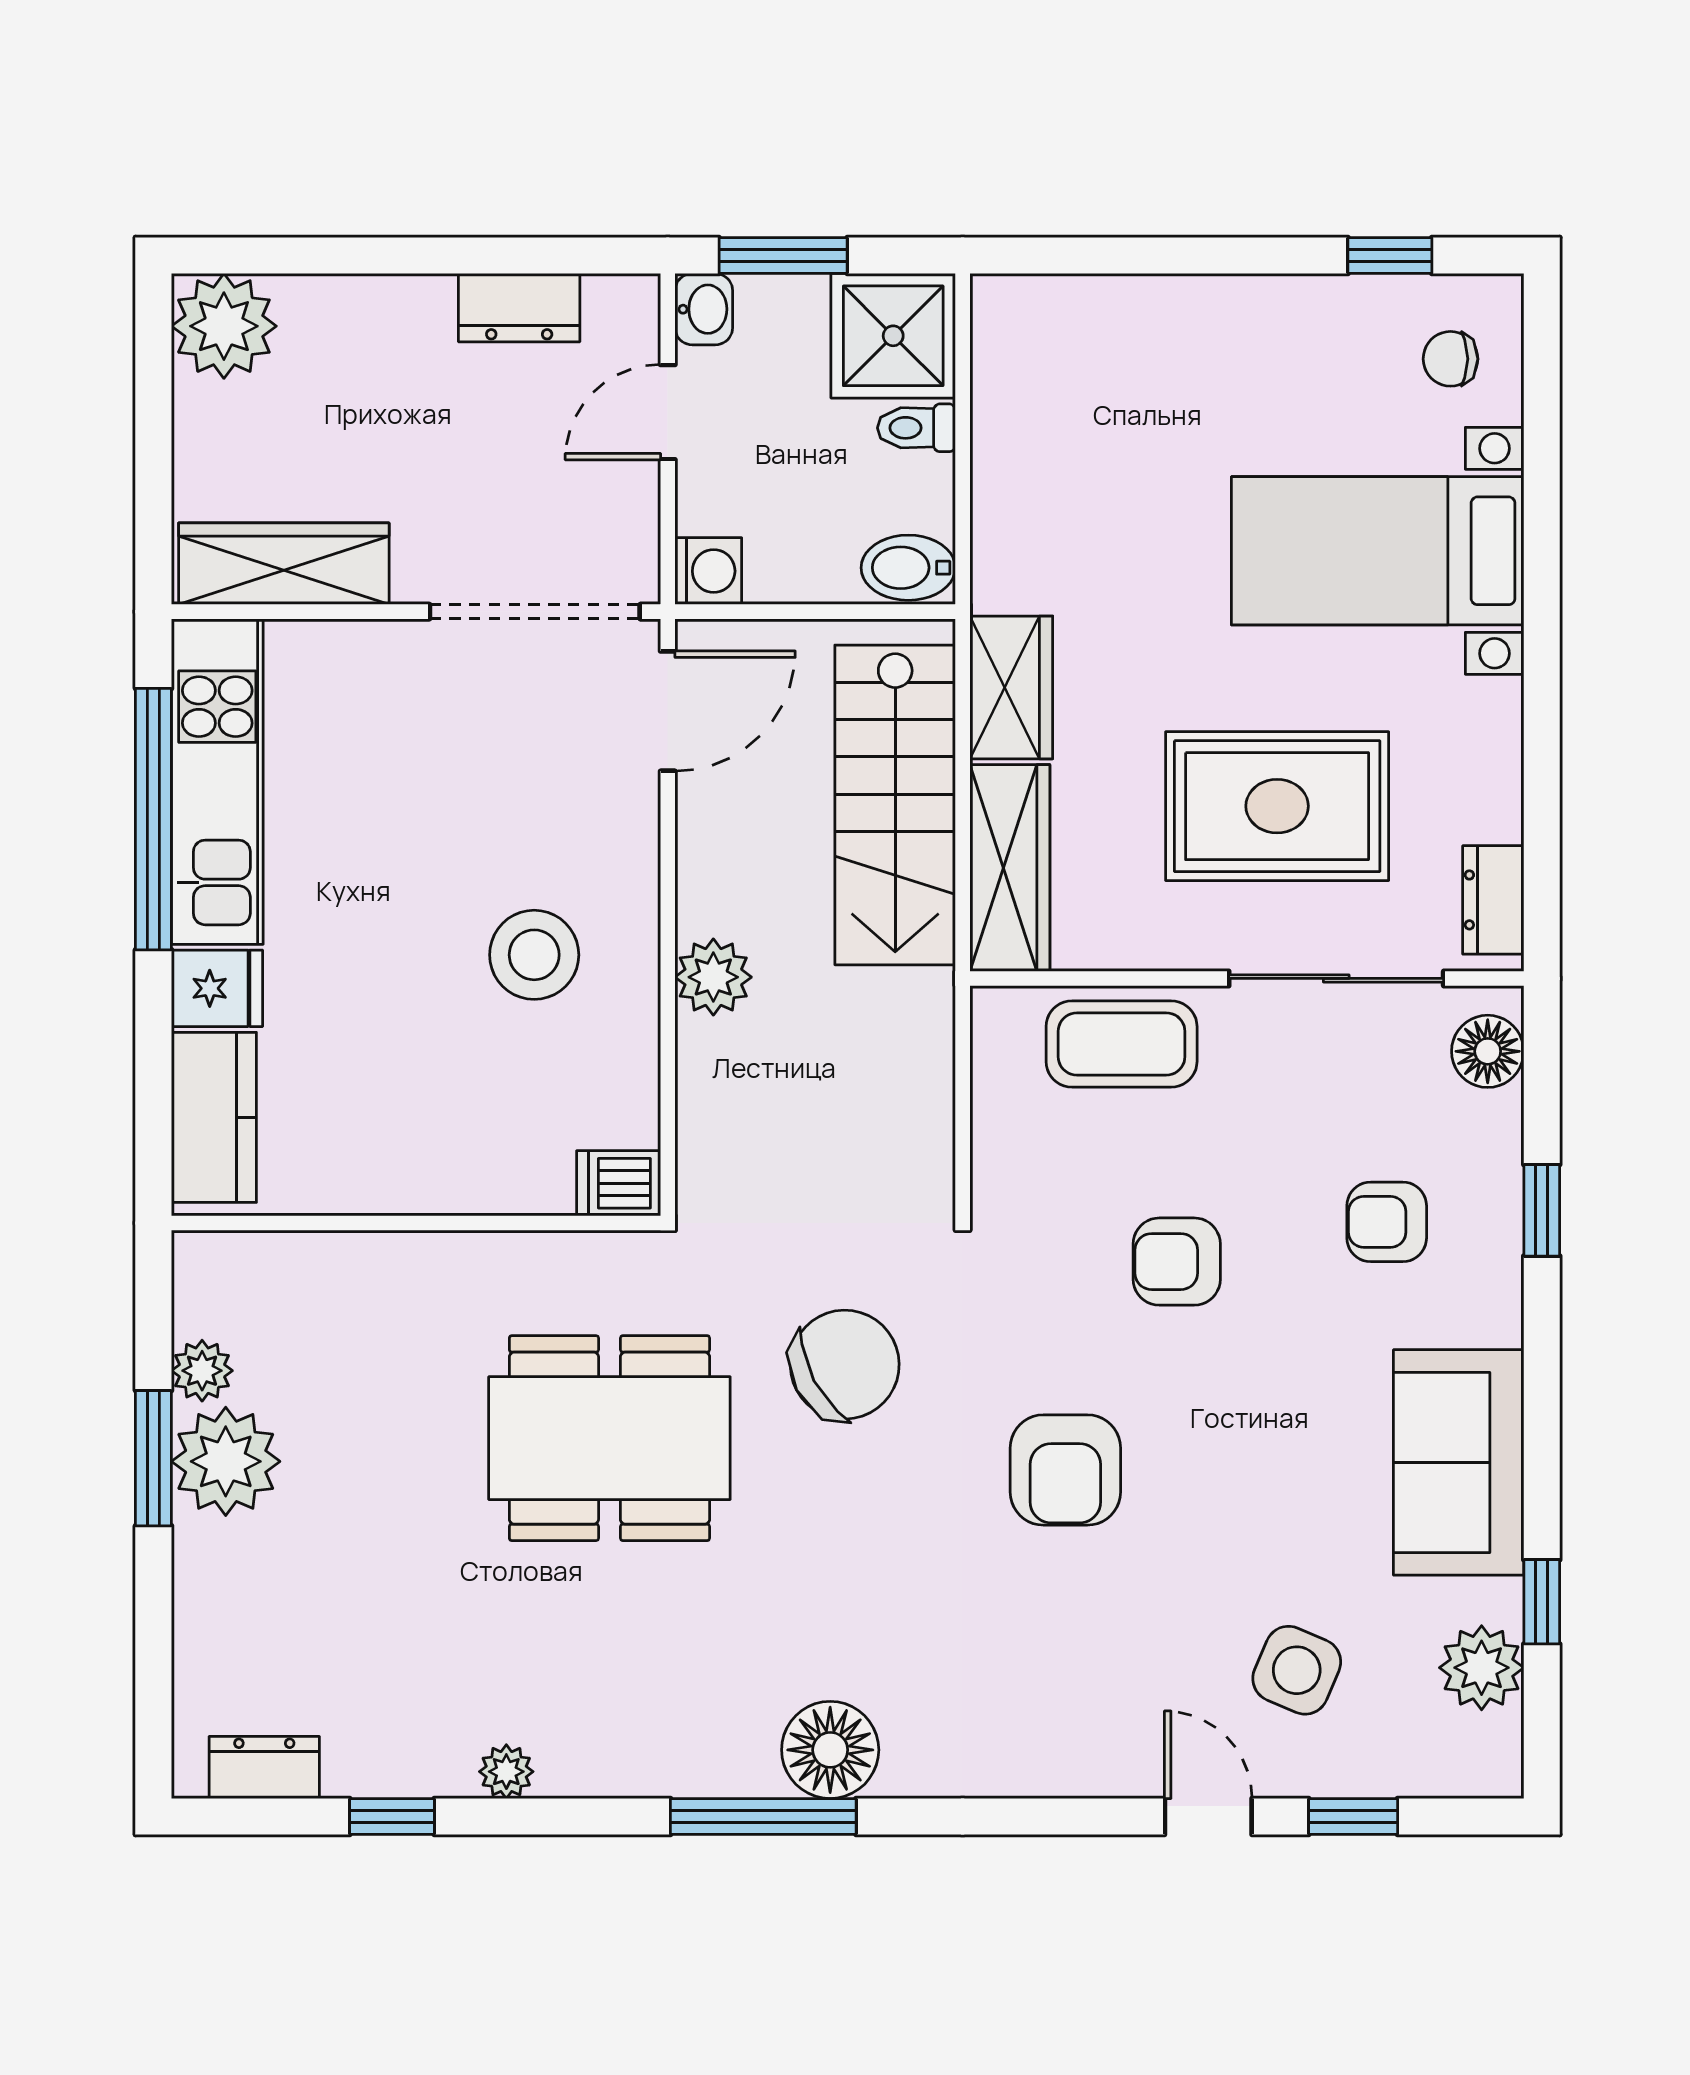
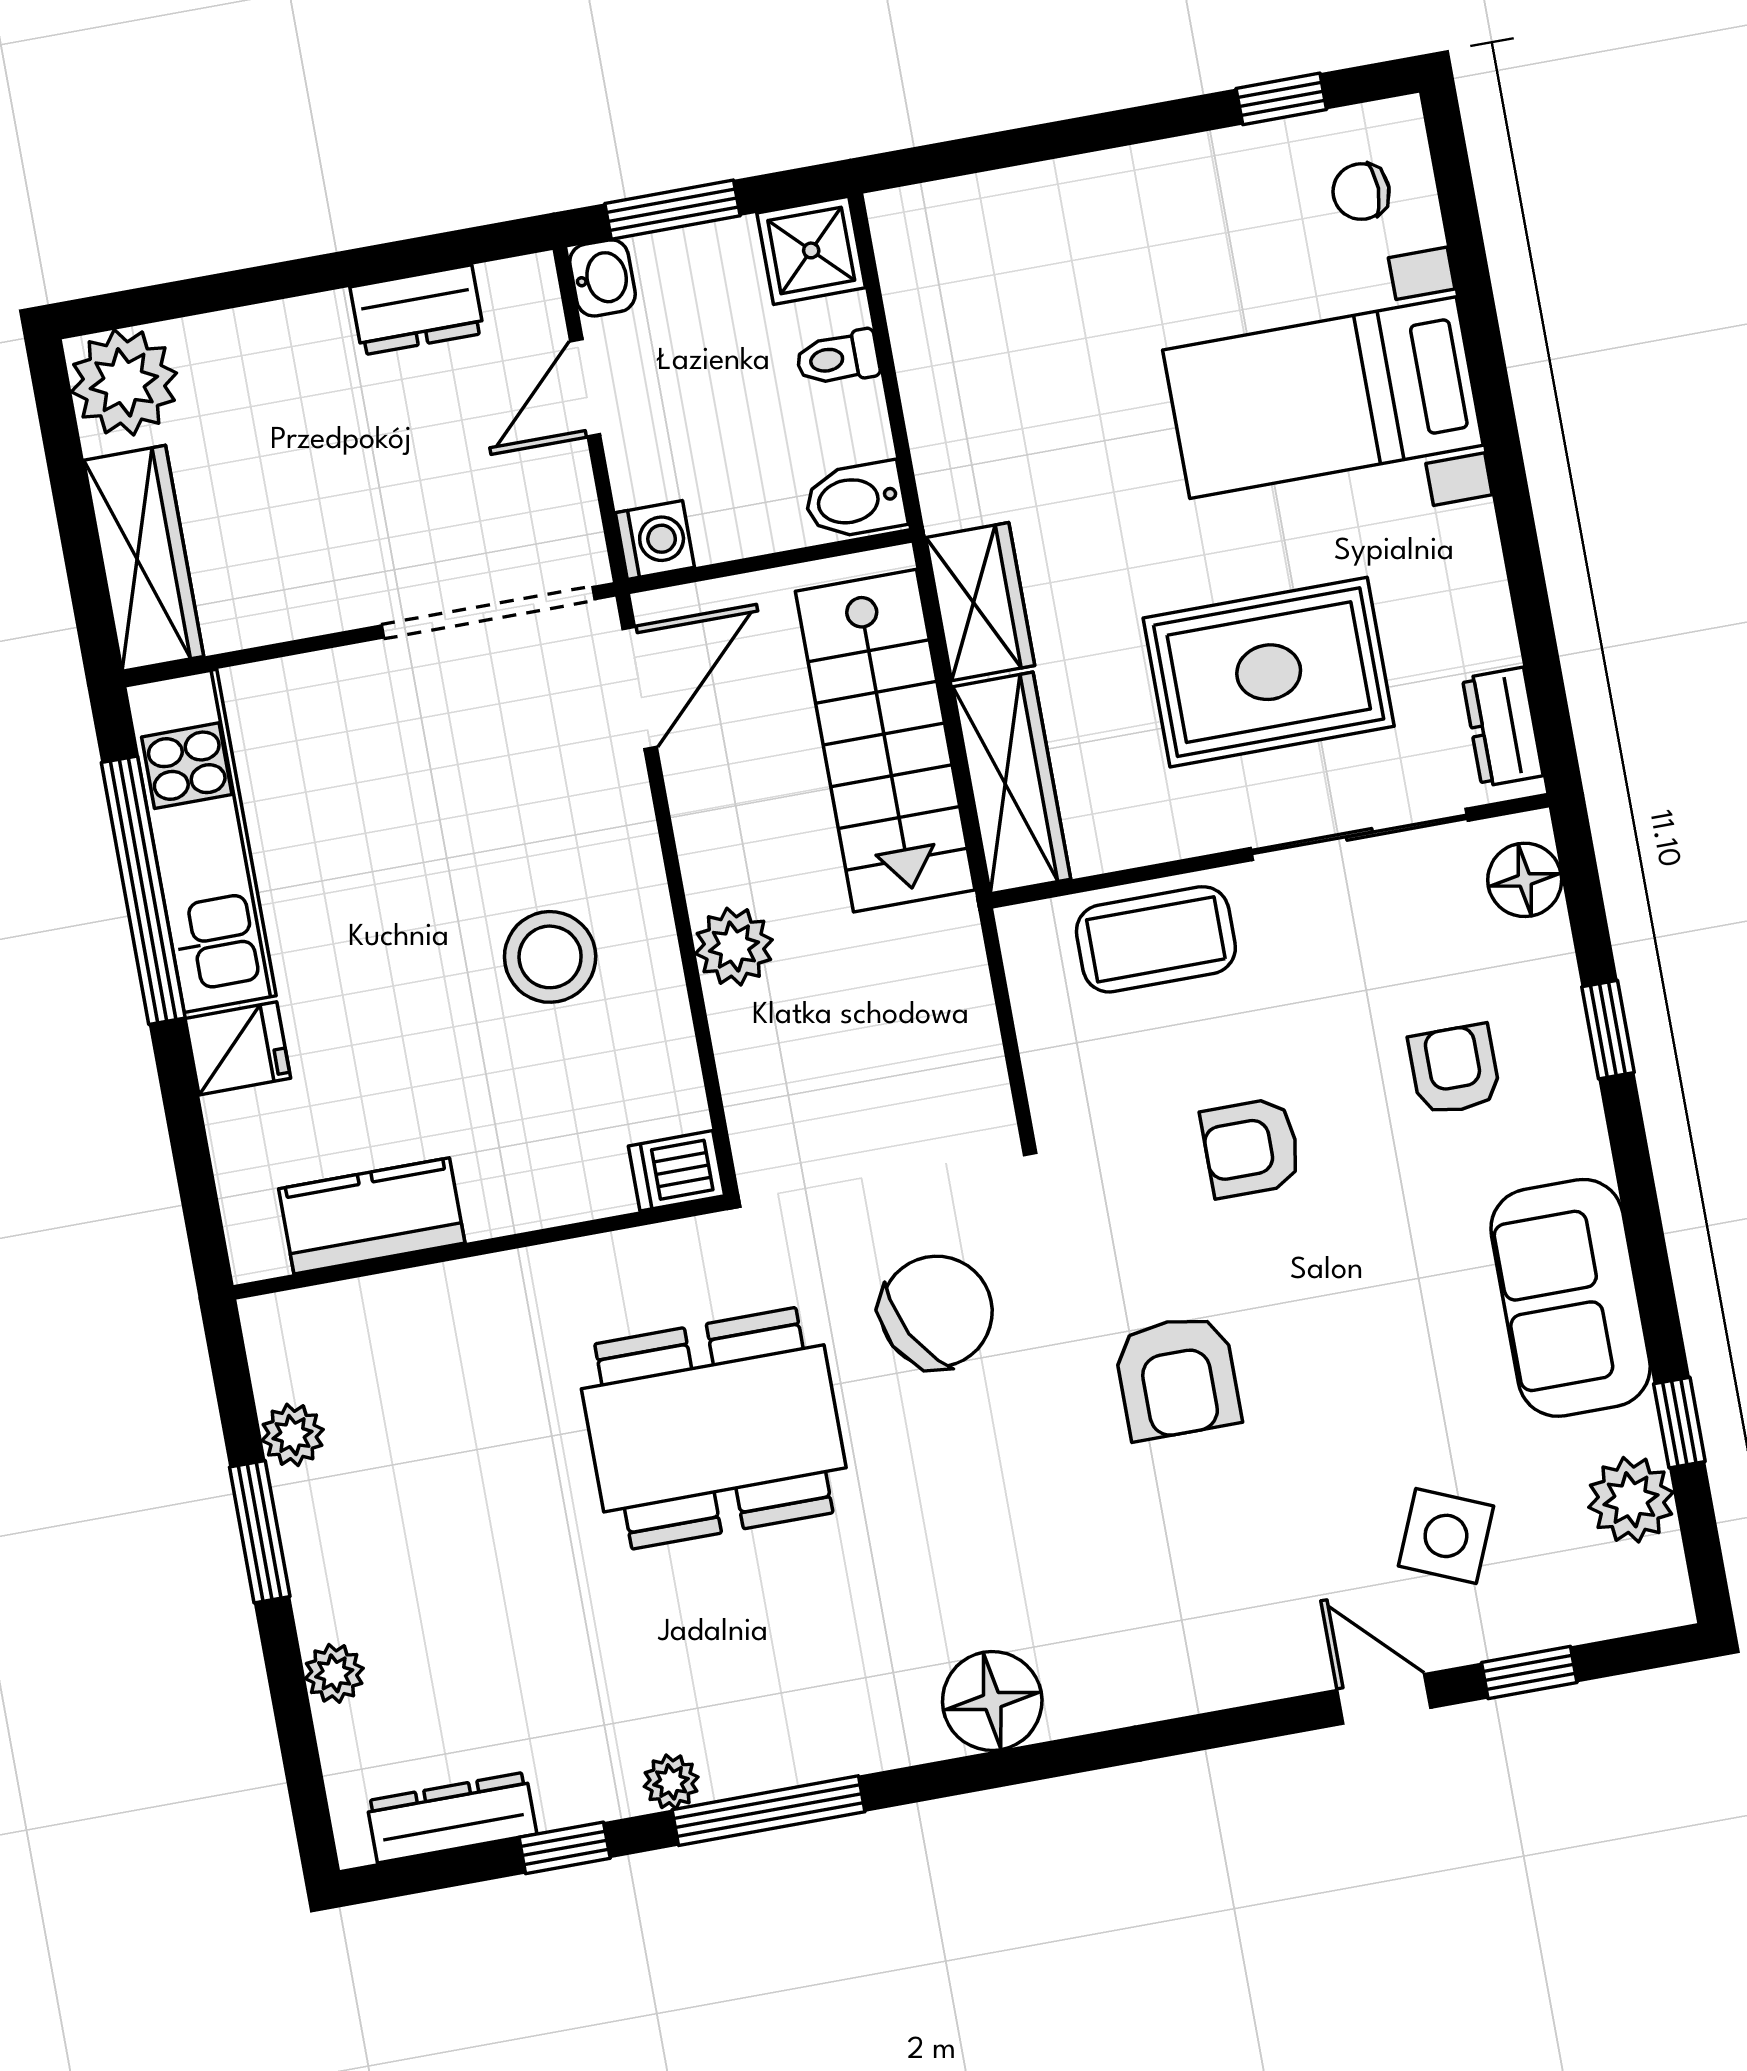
shower: (893, 336) -> (811, 250), width x0.73, depth x0.73
wardrobe: (284, 564) -> (144, 558), moved, turned 90
kitchen counter: (214, 1117) -> (372, 1216), moved, turned -90
armchair: (1387, 1222) -> (1454, 1070), turned 90
plant: (226, 1461) -> (334, 1673), moved, width x0.53, depth x0.53
dresser: (264, 1767) -> (452, 1817), width x1.44
window: (763, 1816) -> (768, 1811), moved

